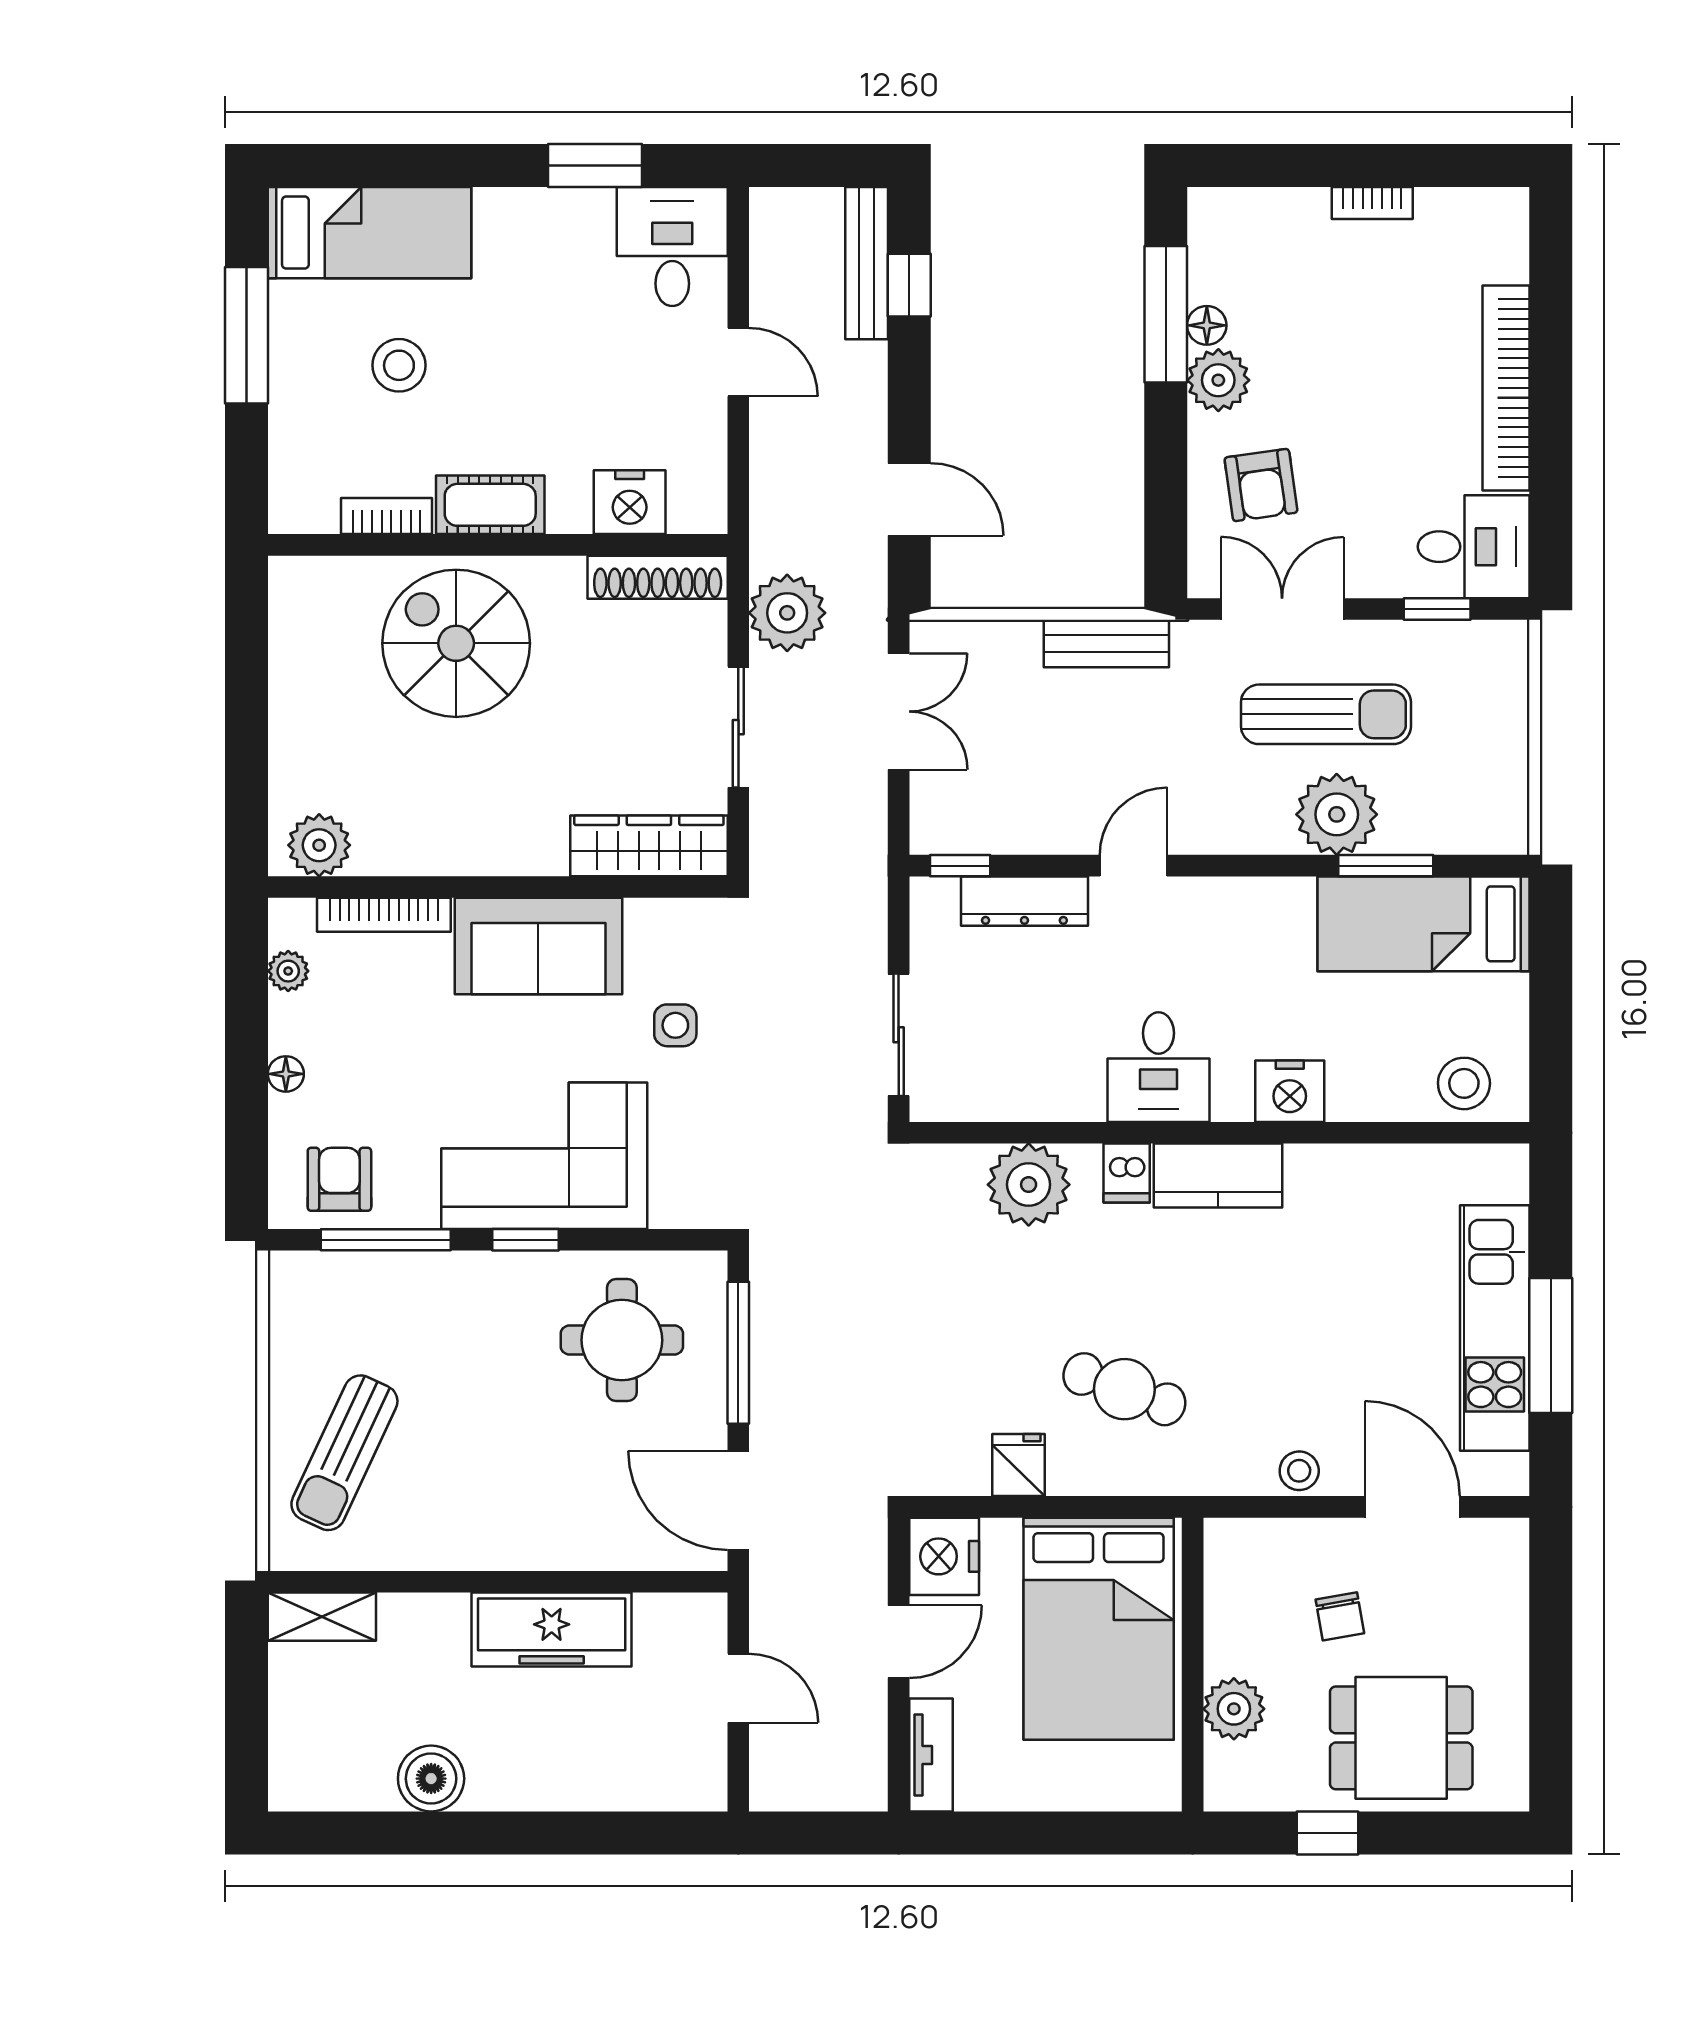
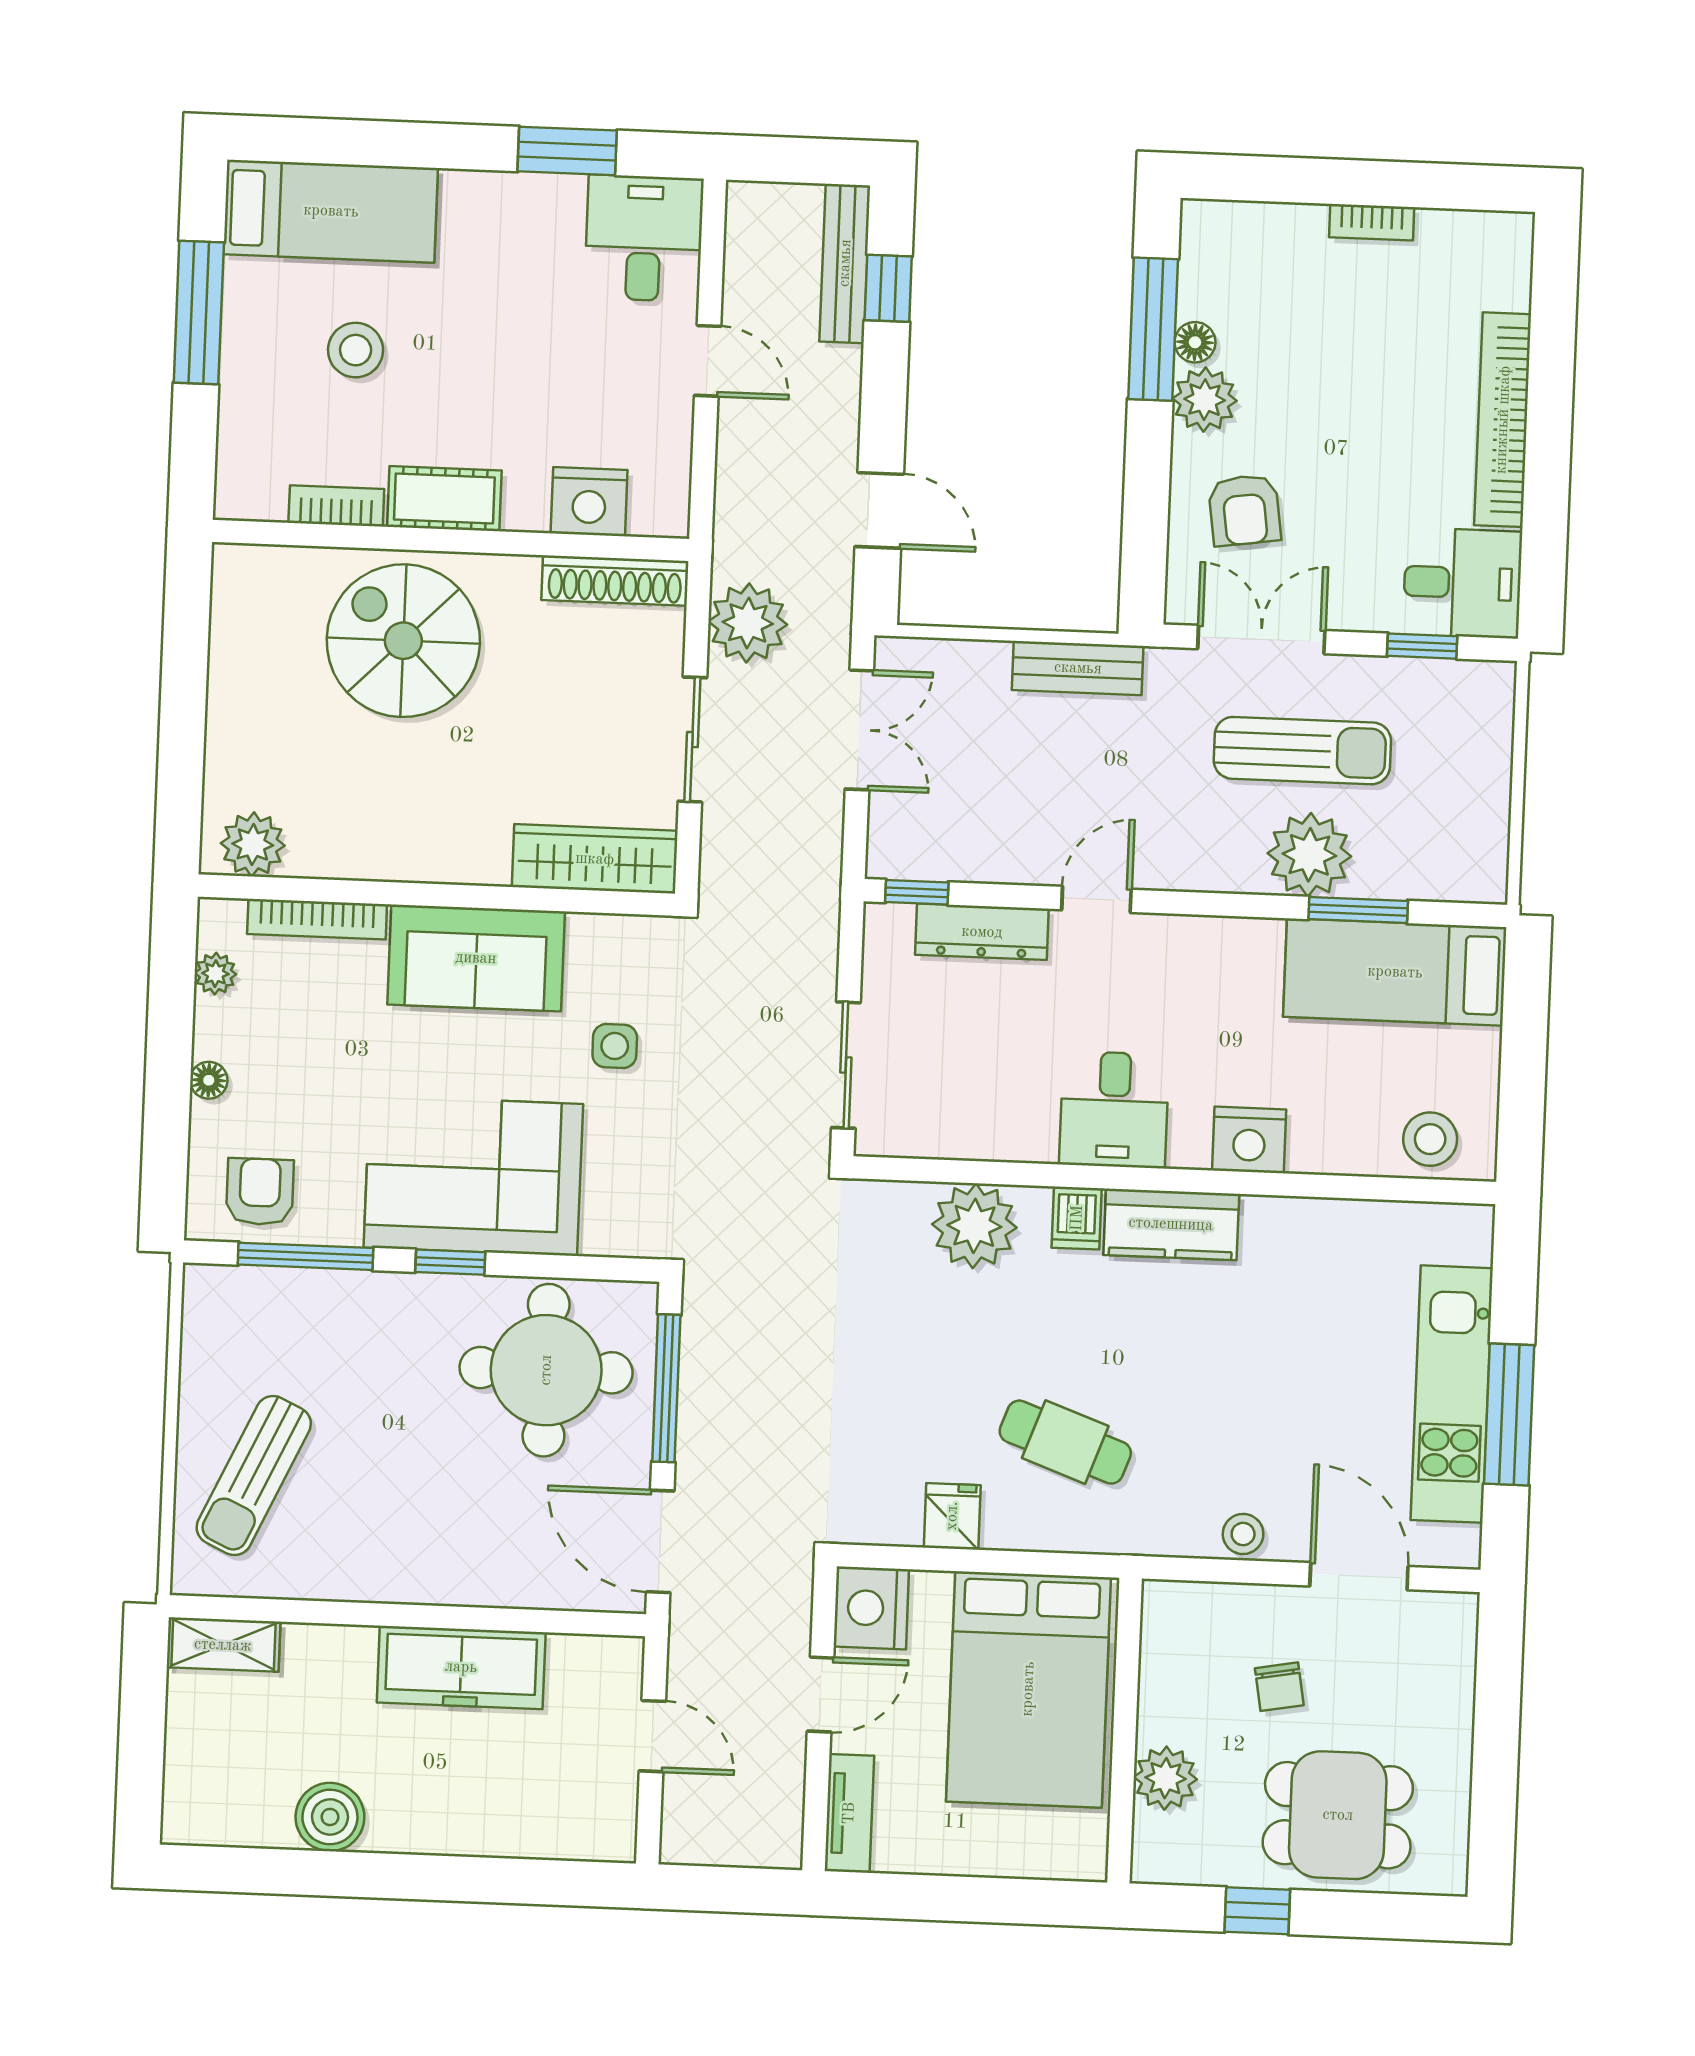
round table: (622, 1340) -> (546, 1370), width x1.36, depth x1.36

